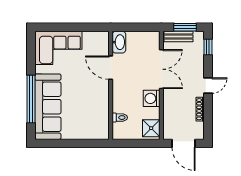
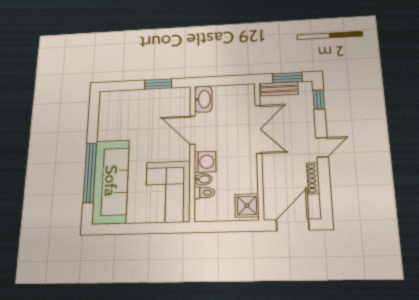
window: (83, 27) -> (158, 84), added
corner sofa: (58, 48) -> (168, 192), moved, turned 90
washing machine: (152, 98) -> (205, 162), moved, turned 180
bidet: (119, 107) -> (203, 179), added
door: (184, 143) -> (293, 225), swing flipped

